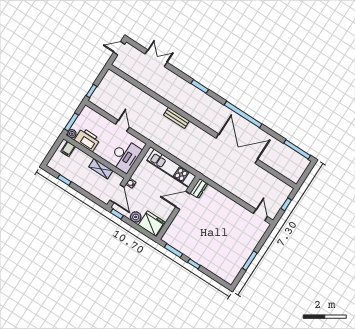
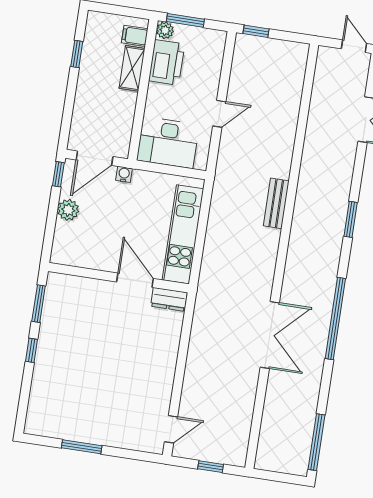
double door: (237, 149) -> (270, 335), width x0.73
shelving: (101, 169) -> (132, 68), moved
fridge: (151, 223) -> (69, 243), removed

